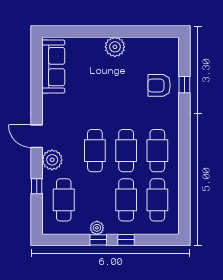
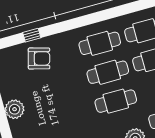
armchair: (159, 85) -> (39, 58), turned -75

